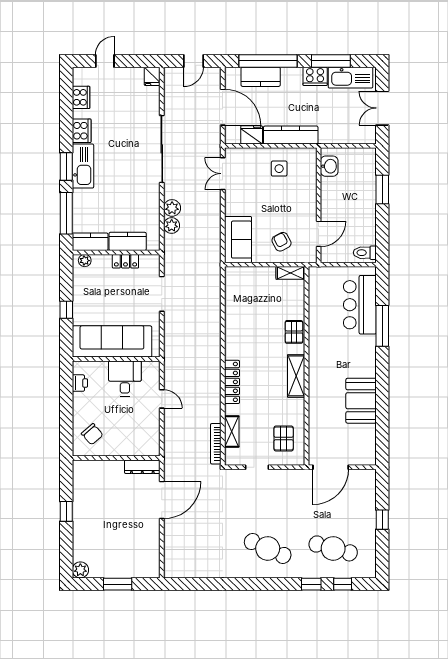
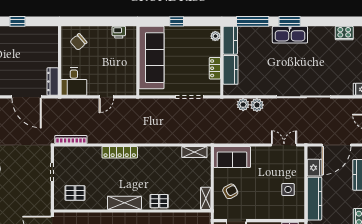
cooker: (82, 131) -> (318, 34), removed
desk: (125, 378) -> (74, 82), moved, turned 90
shelving: (232, 431) -> (194, 152), moved

